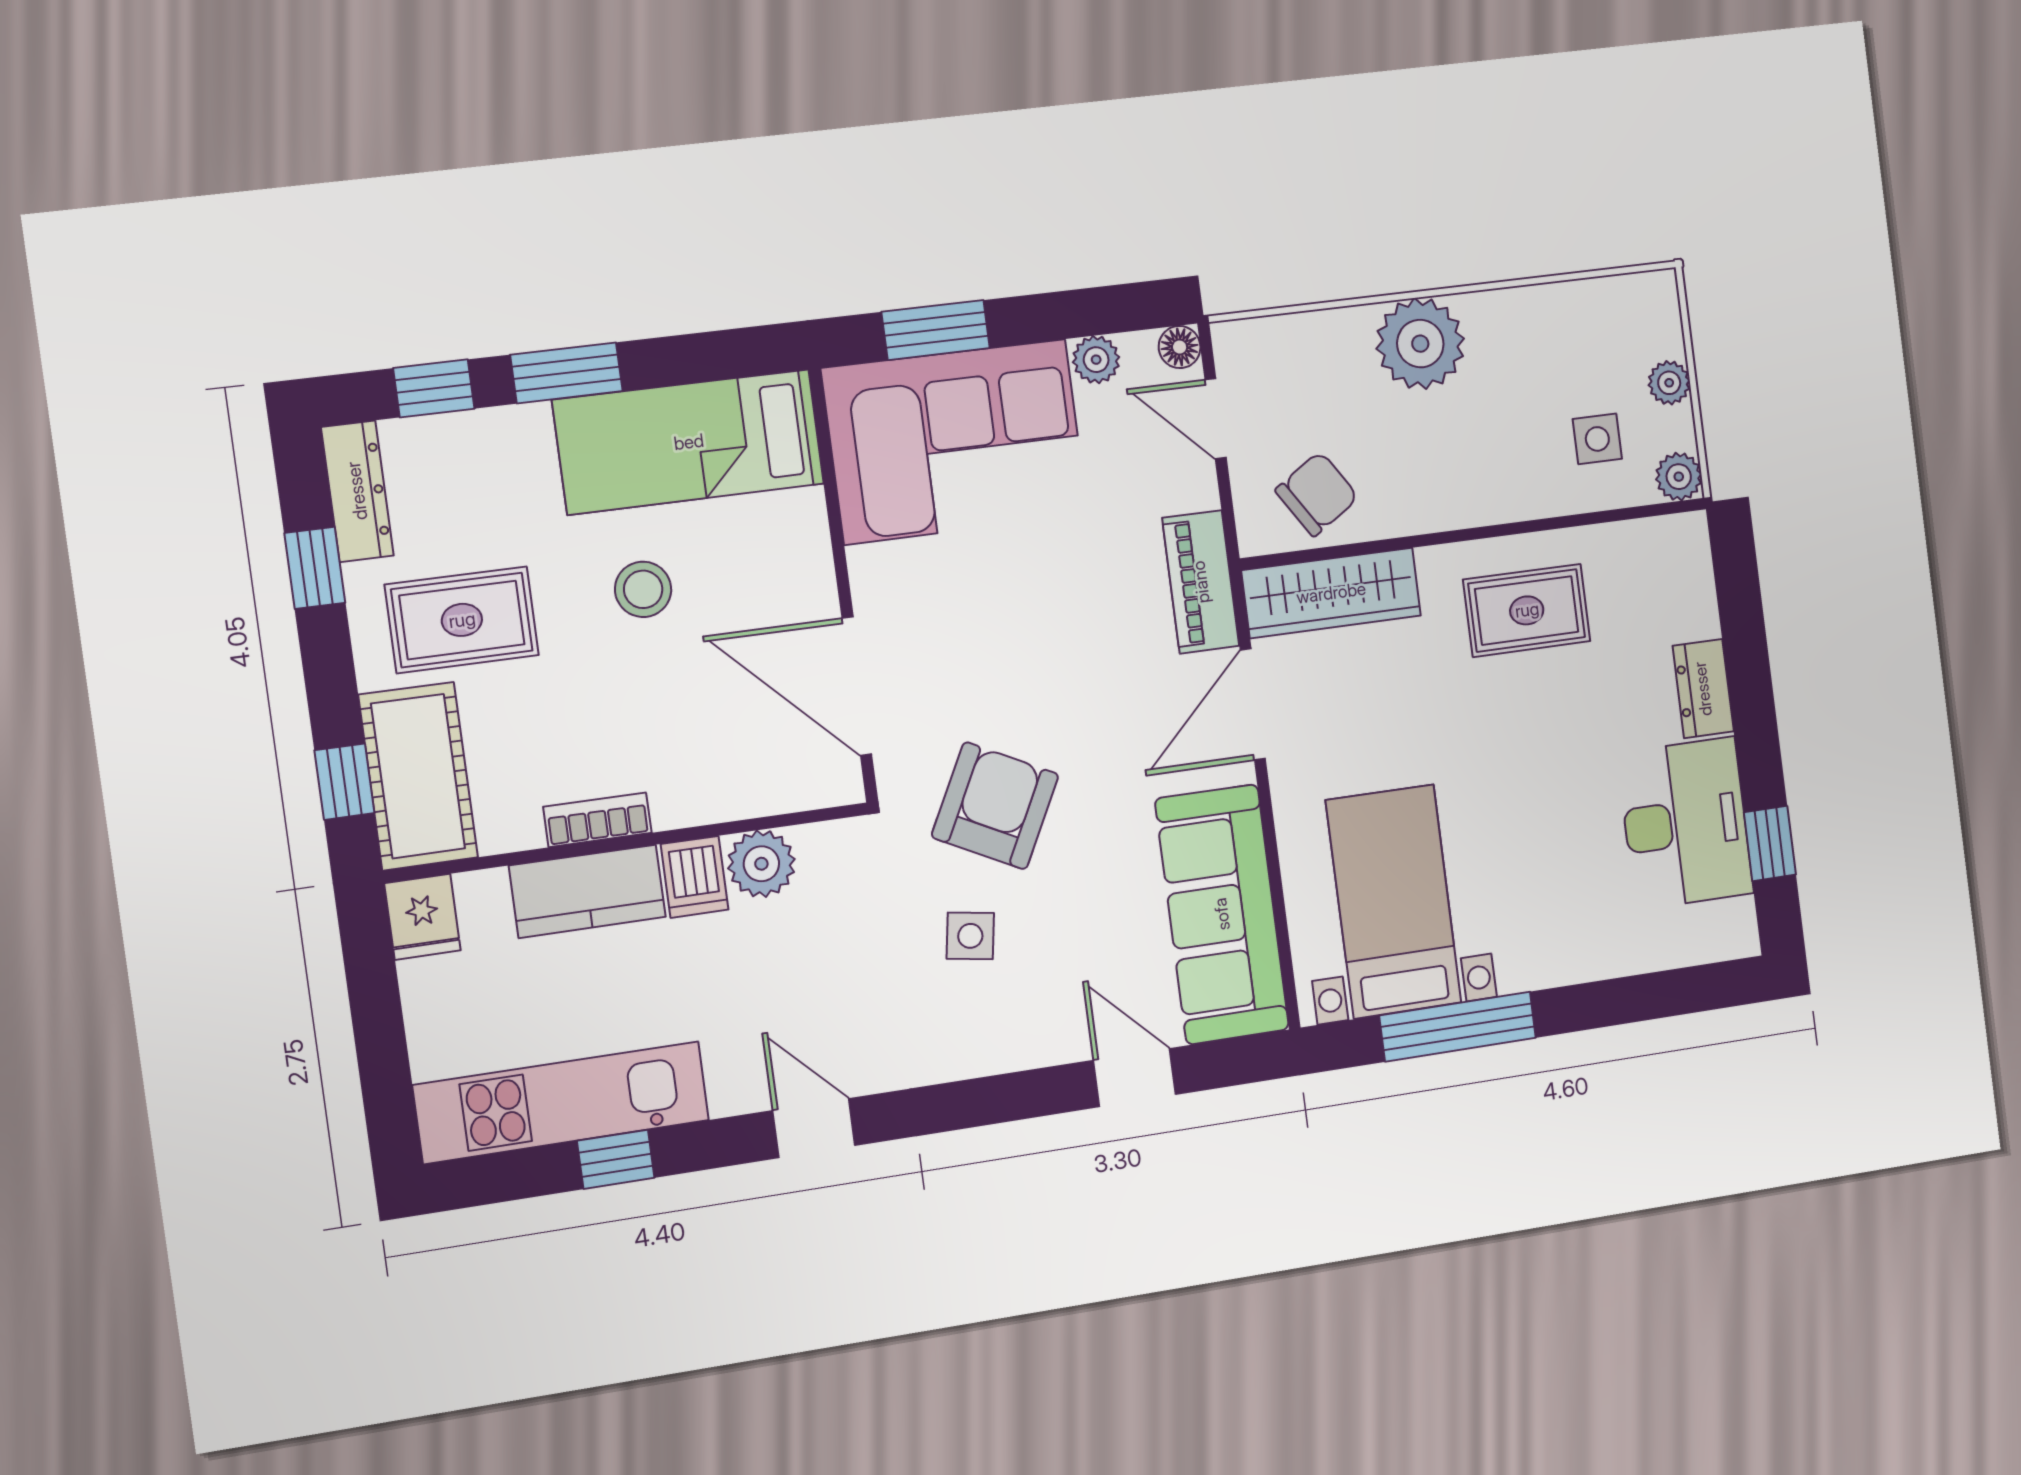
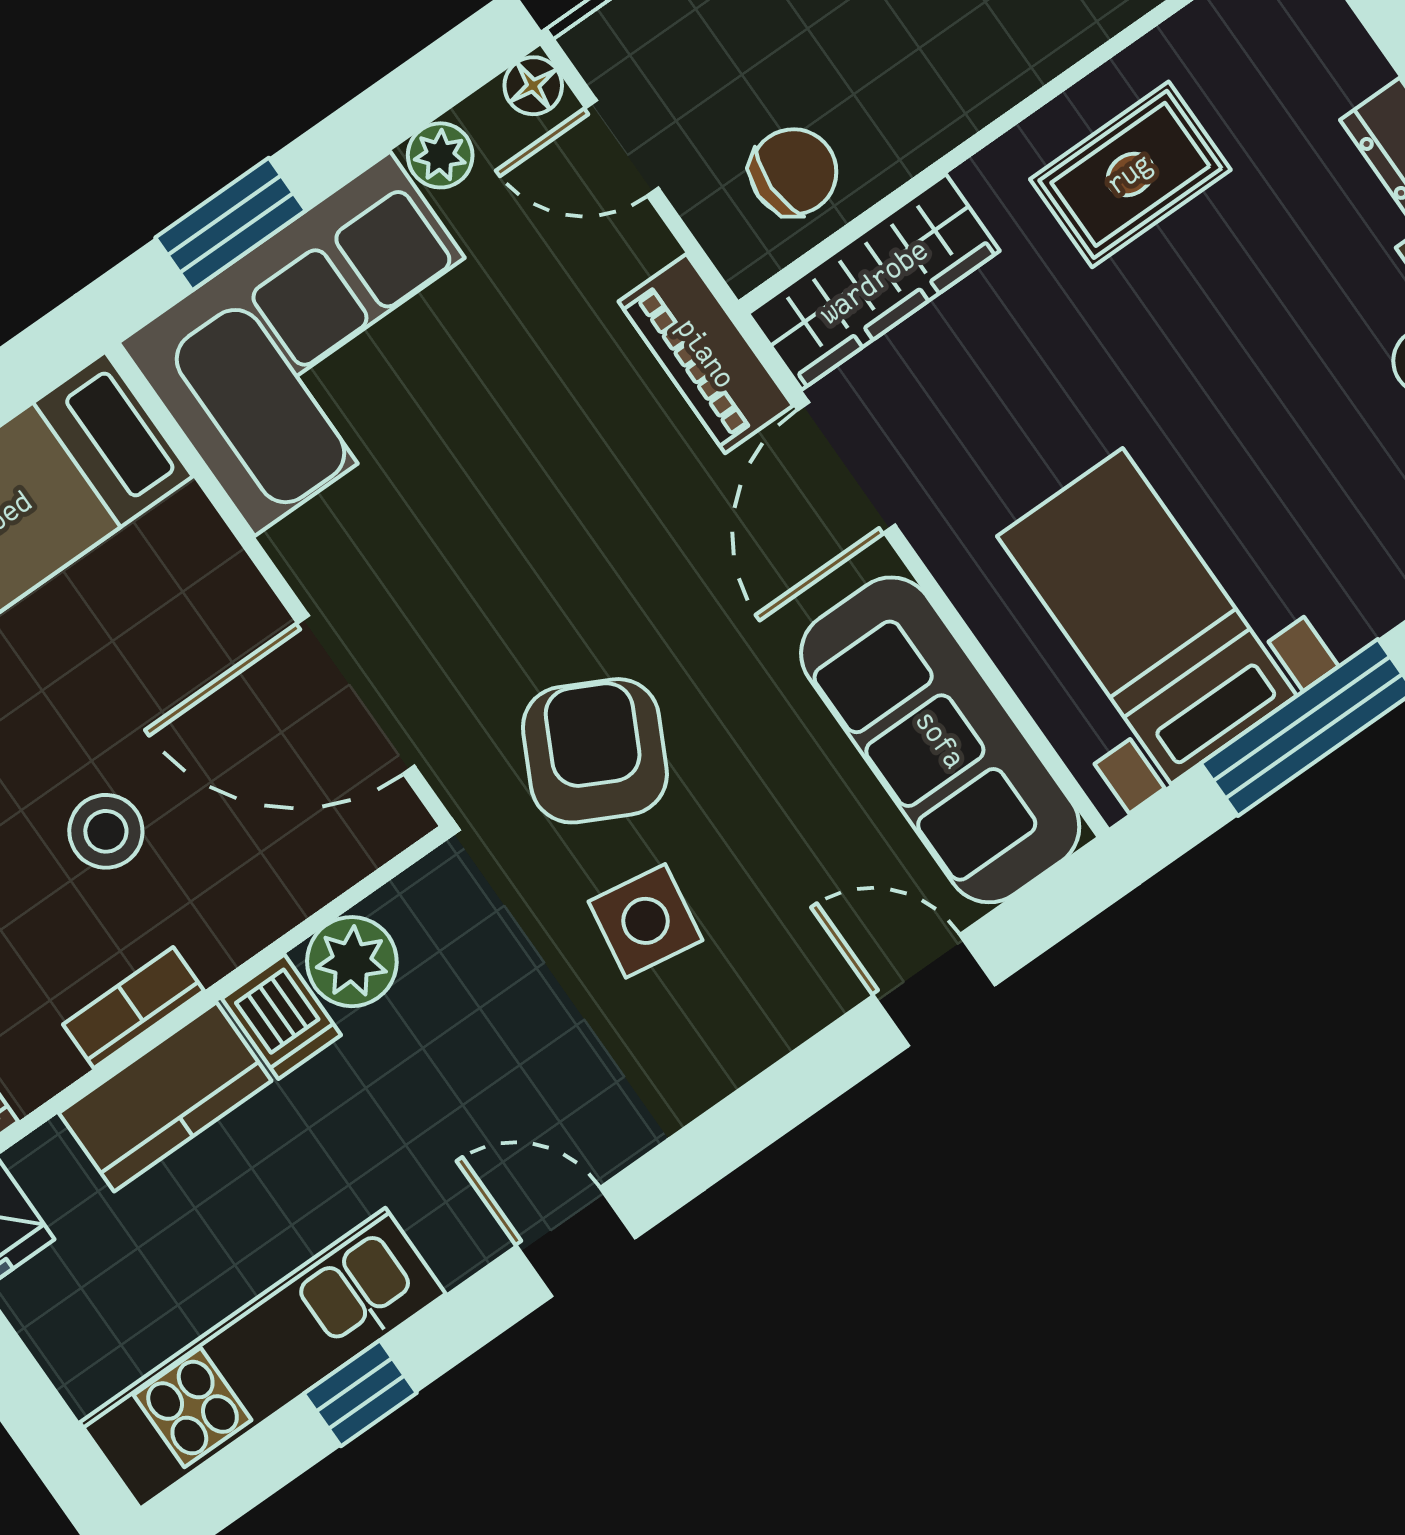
chair: (1317, 494) -> (793, 172), turned 33
stool: (643, 589) -> (106, 831), moved
side table: (970, 936) -> (645, 921), width x1.37, depth x1.37

